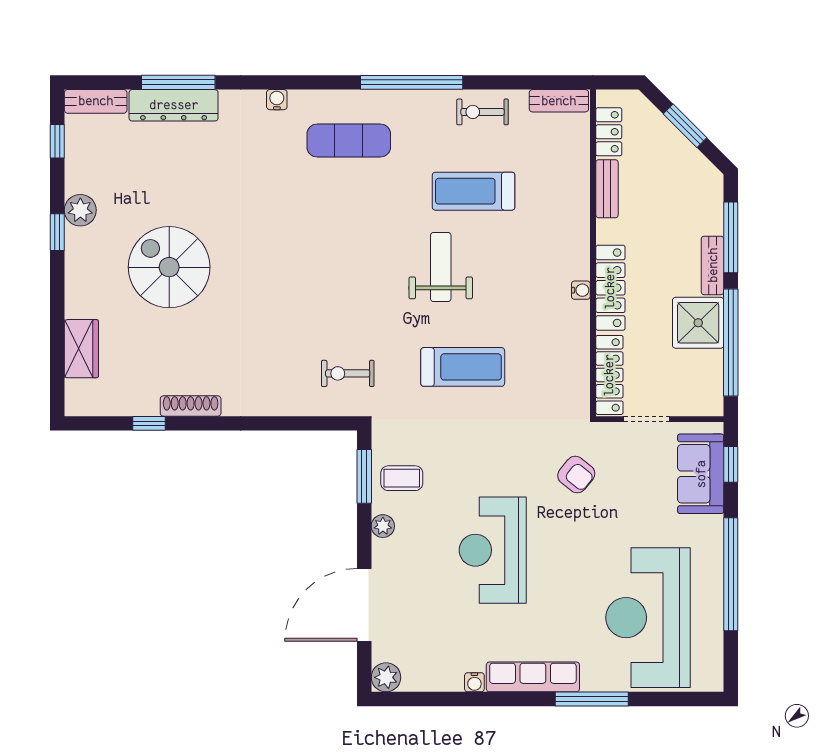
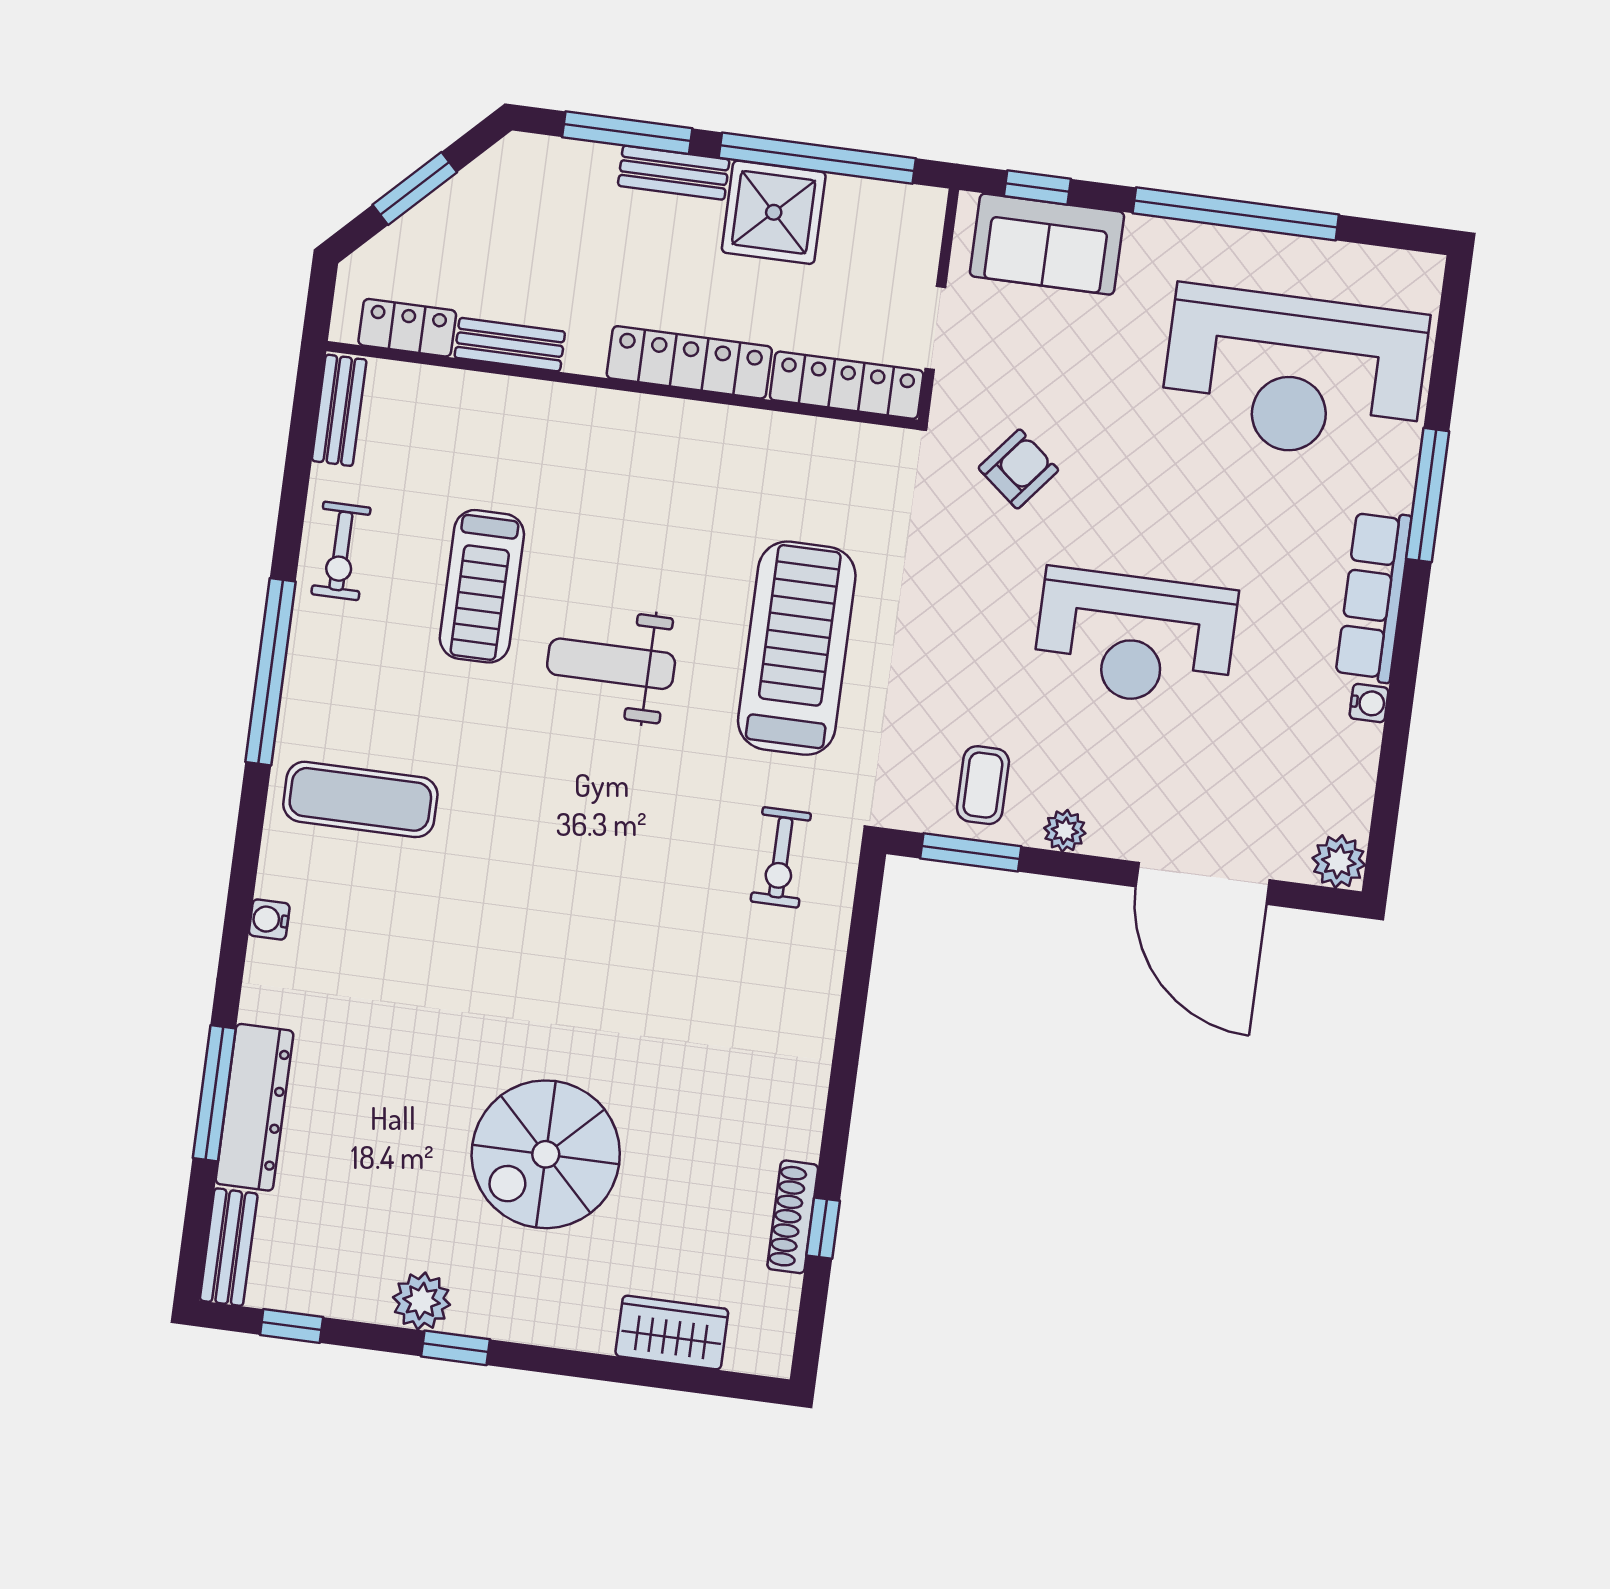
exercise mat: (349, 141) -> (360, 799), turned 90
water cooler: (581, 290) -> (687, 416), removed
treadmill: (463, 367) -> (797, 648), width x1.37, depth x1.38
shoe rack: (191, 406) -> (793, 1217), moved

